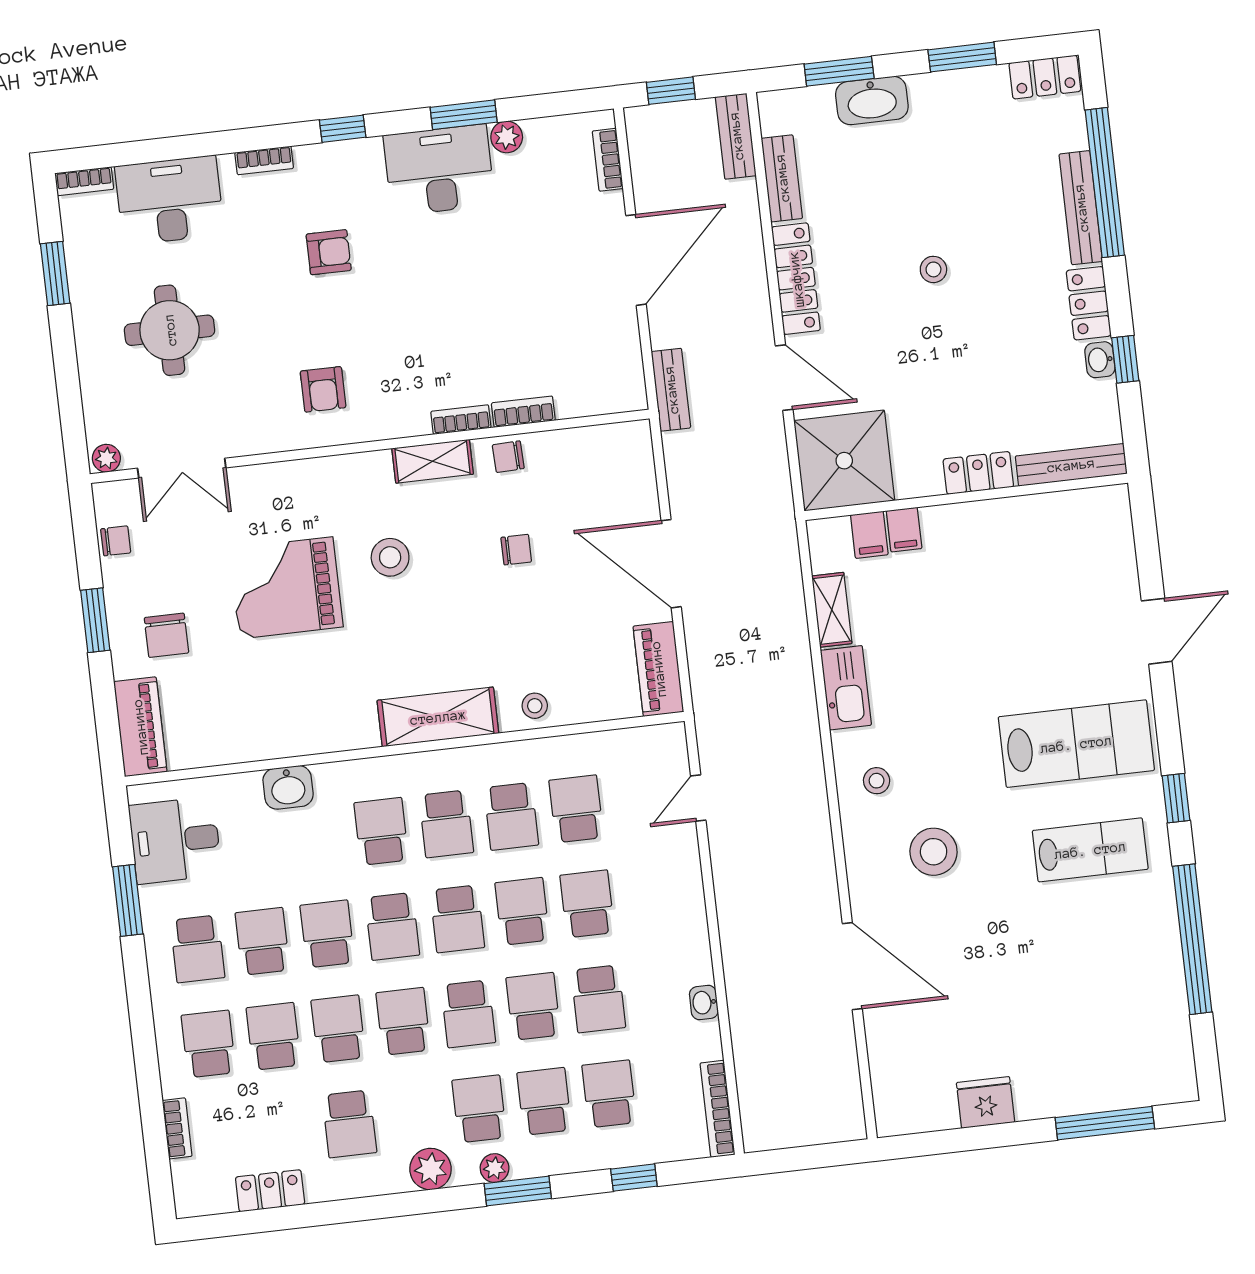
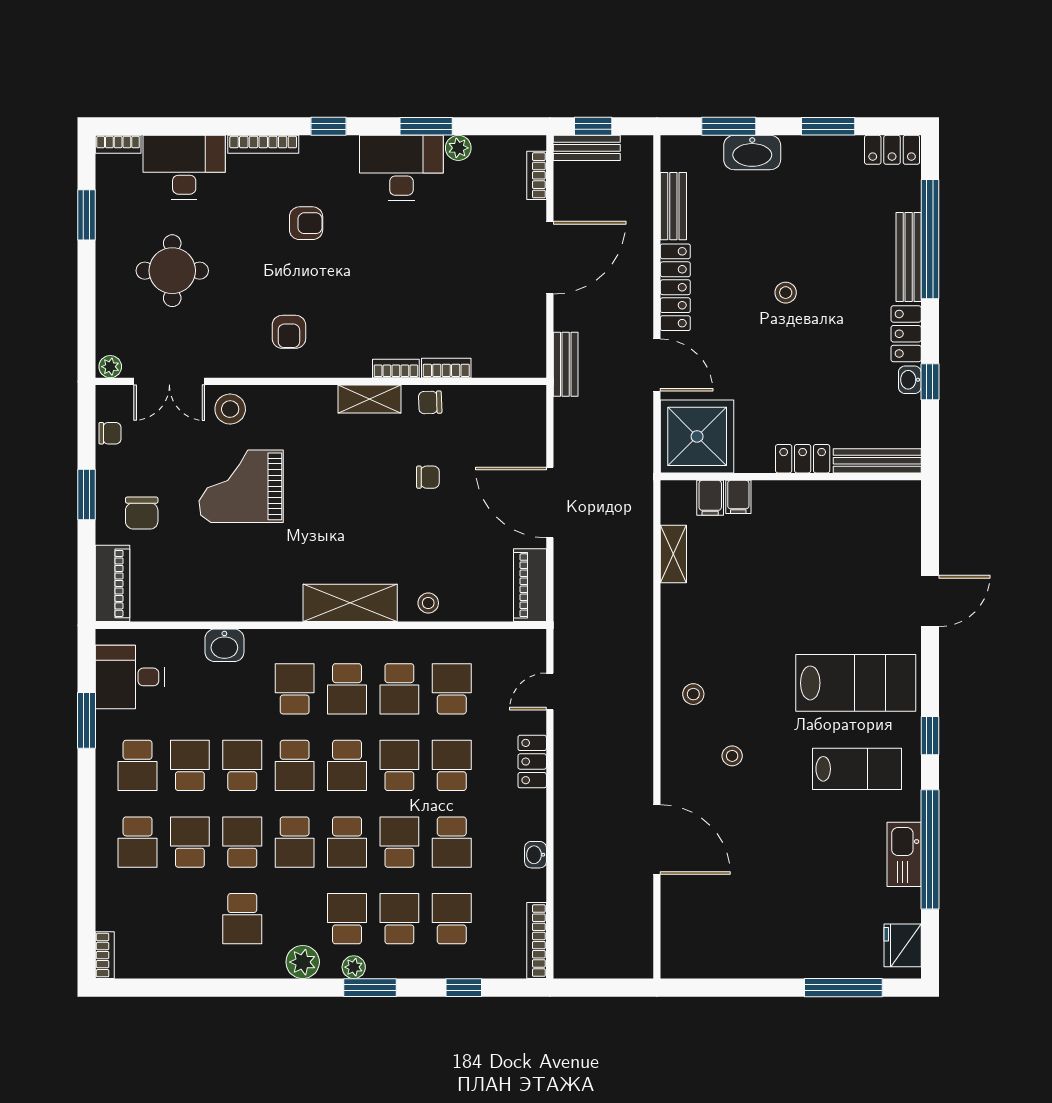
bench: (736, 136) -> (587, 148), moved, turned 90
bookcase: (264, 160) -> (263, 144), width x1.56
stool: (390, 557) -> (230, 409), moved
kitchen sink: (846, 688) -> (904, 854), moved, turned 180
stool: (934, 852) -> (732, 756), width x0.53, depth x0.53
school desk: (403, 1021) -> (295, 842), turned 180
school desk: (208, 1044) -> (138, 842), turned 180
fridge: (986, 1102) -> (903, 945), moved, turned -90
bookcase: (177, 1128) -> (105, 955), moved
locker: (270, 1191) -> (532, 762), moved, turned -90

